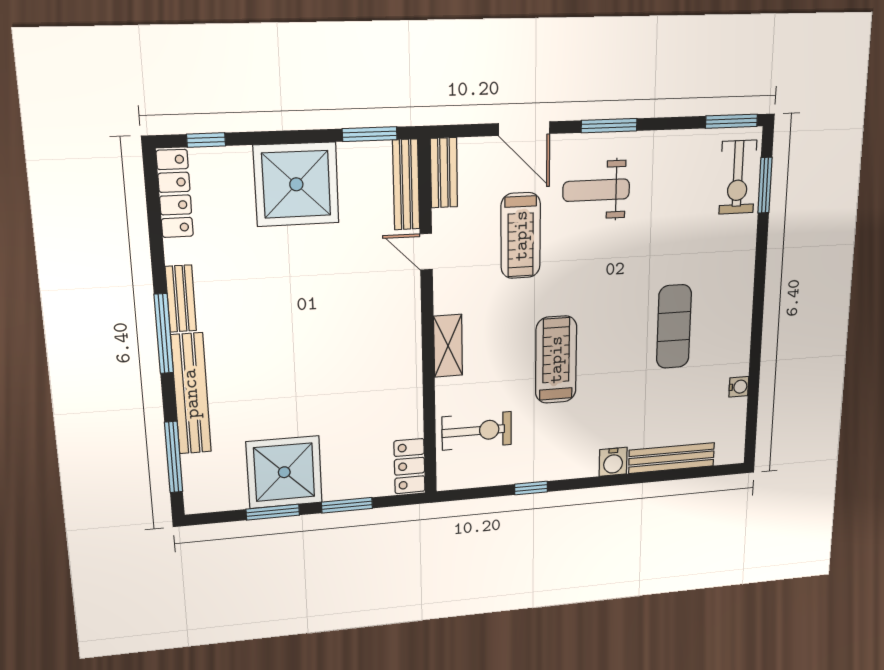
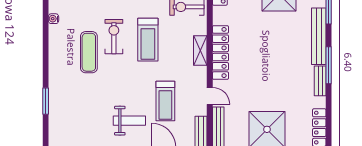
exercise bike: (738, 177) -> (114, 37), moved
window: (765, 185) -> (46, 101), moved
treadmill: (521, 236) -> (165, 101), turned 180
locker: (405, 345) -> (220, 53), added

